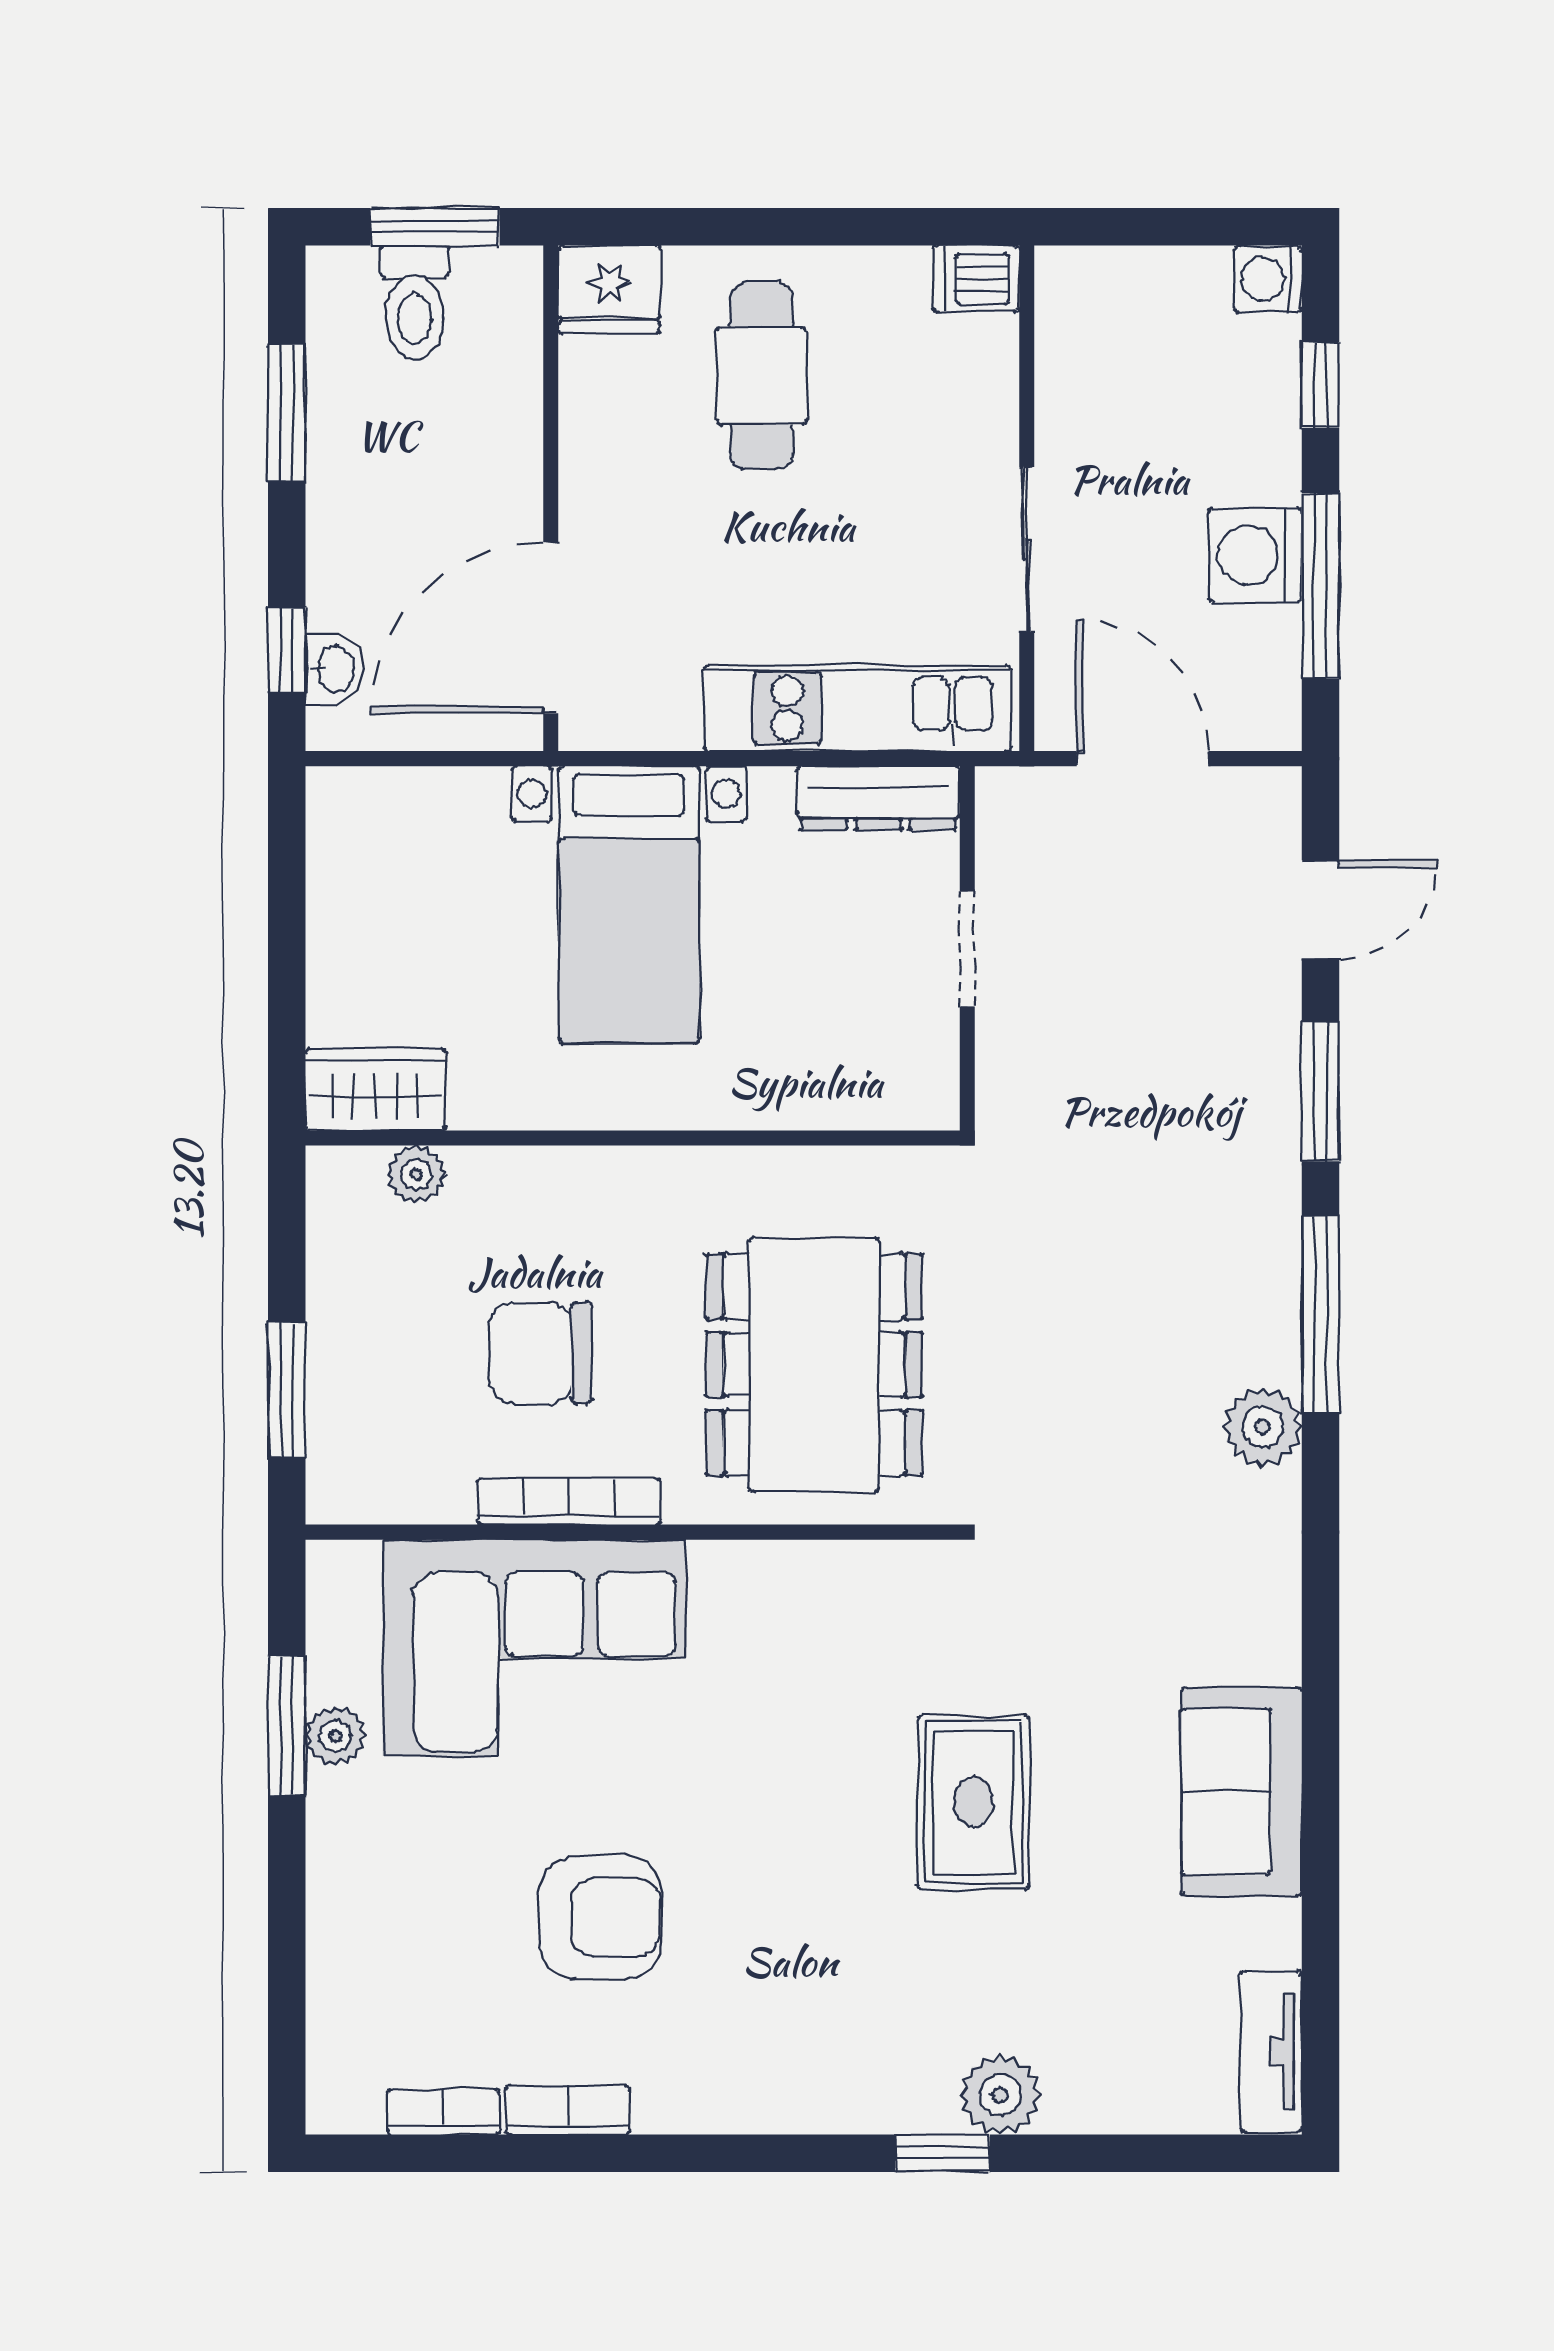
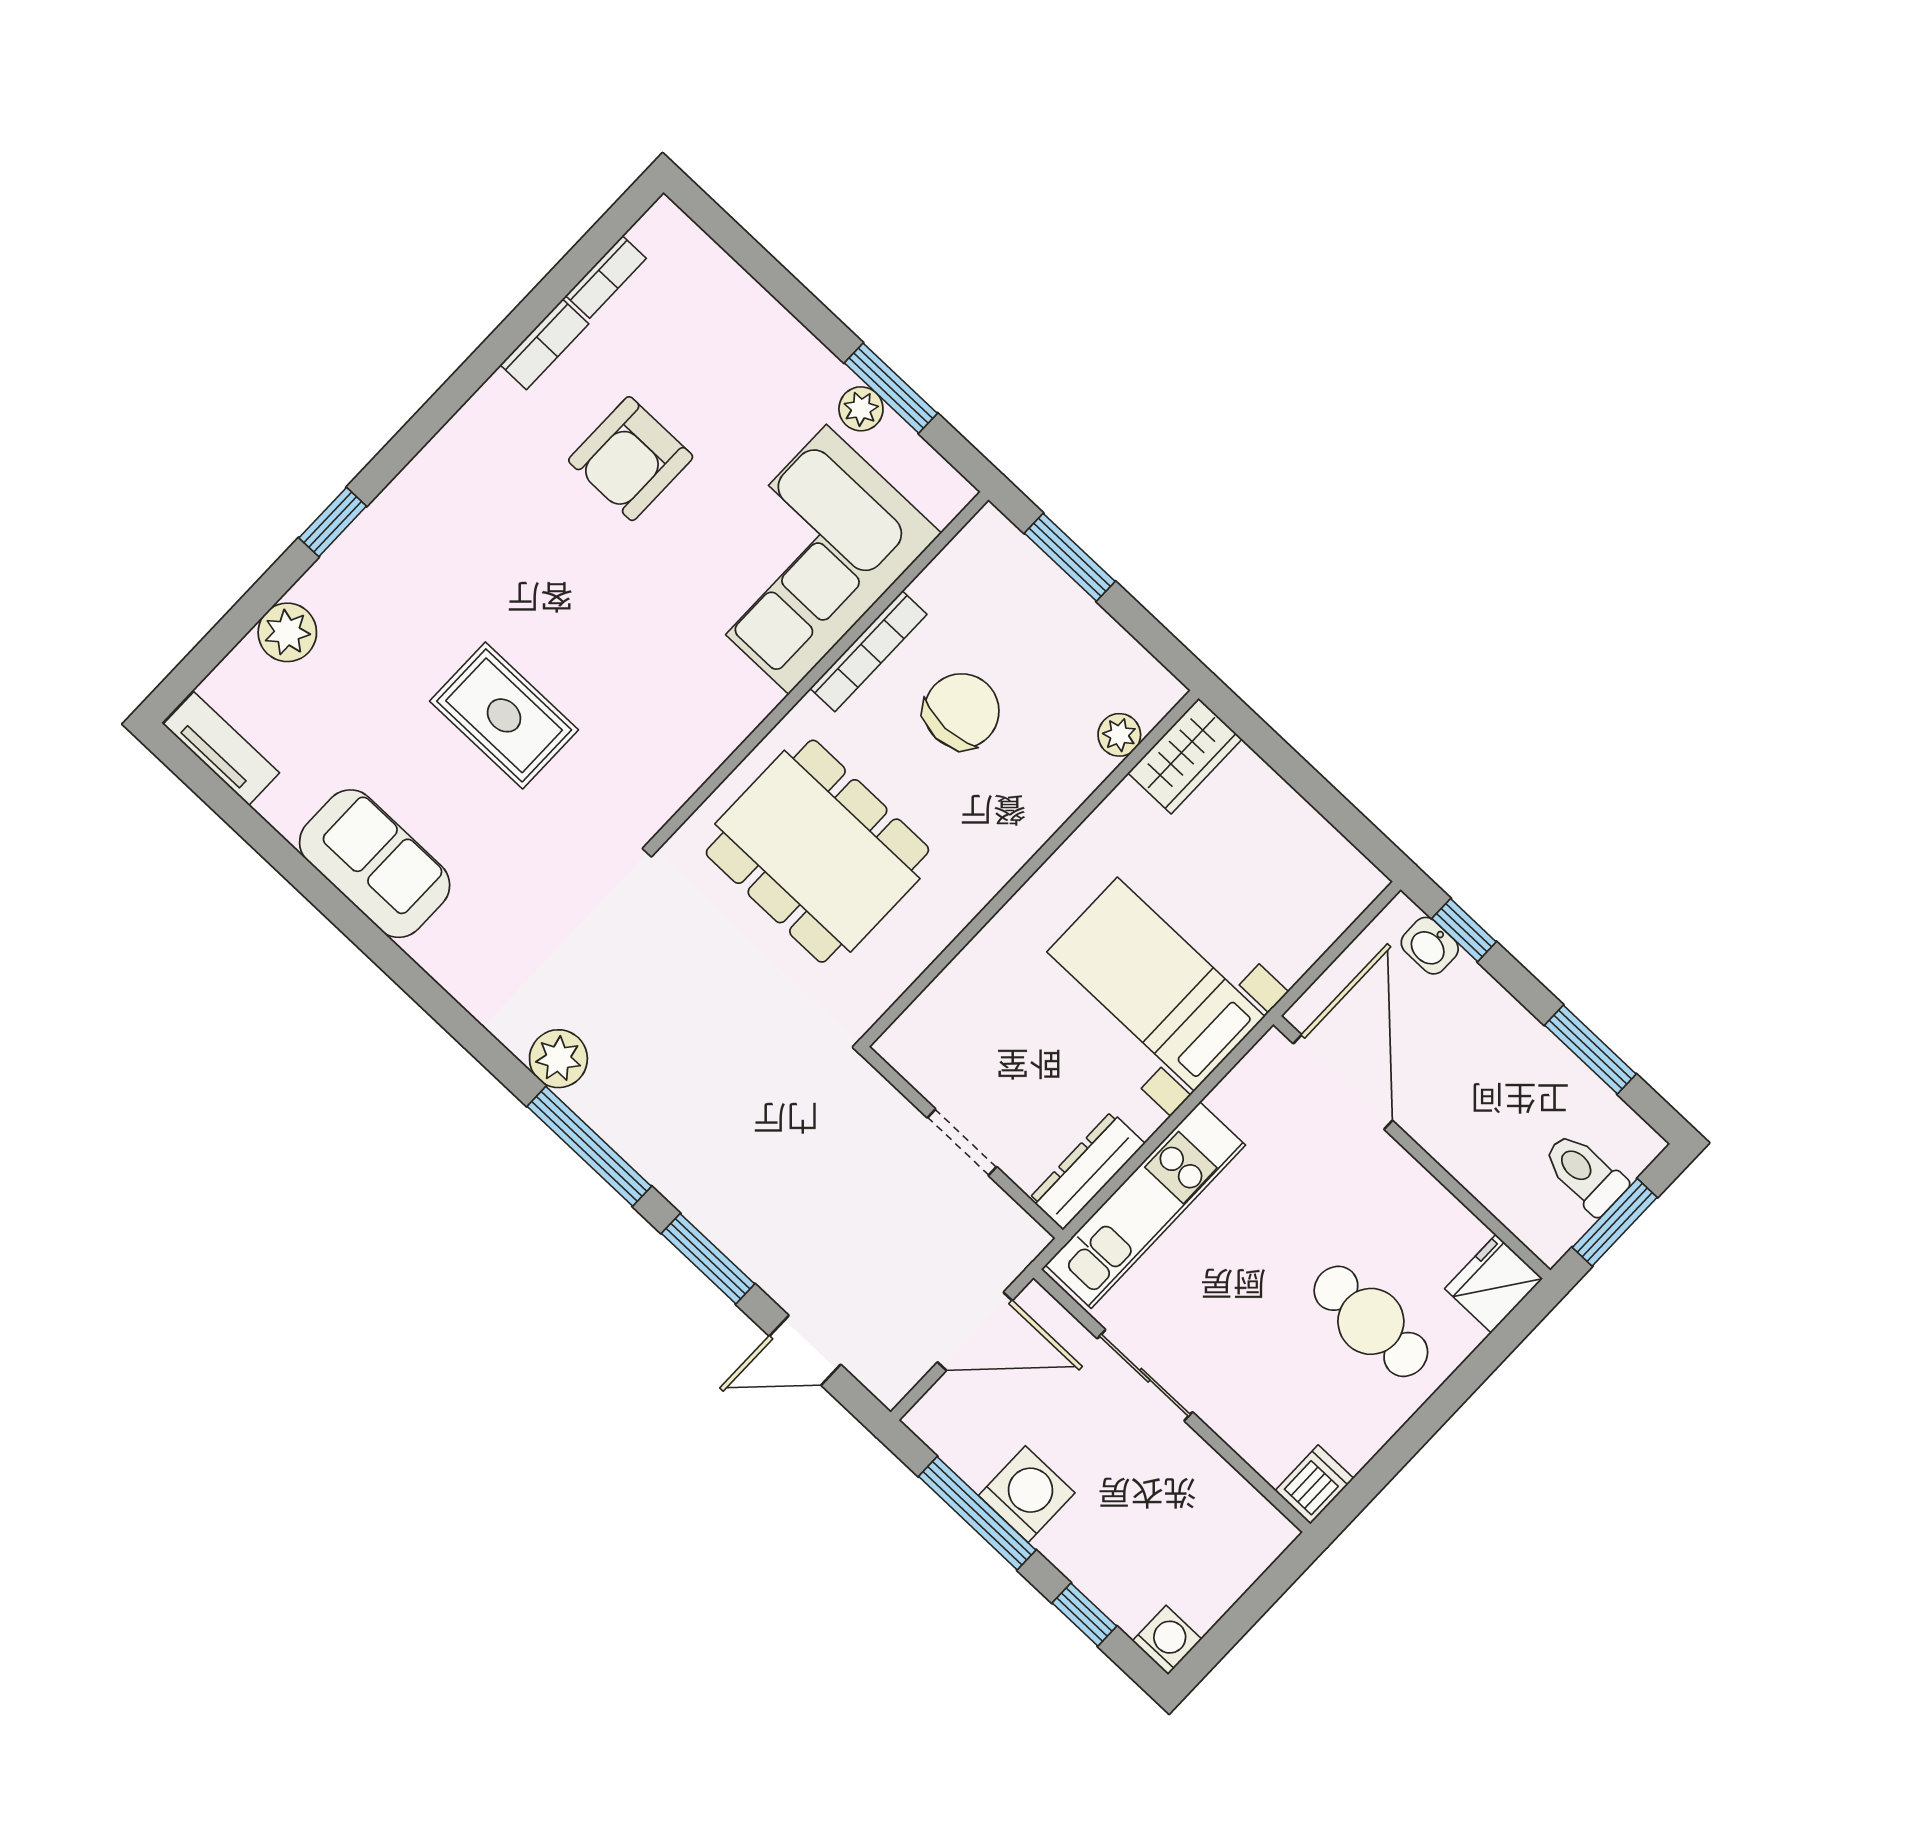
door: (1321, 909) -> (805, 1350), hinge flipped
plant: (1000, 2095) -> (287, 632), moved

